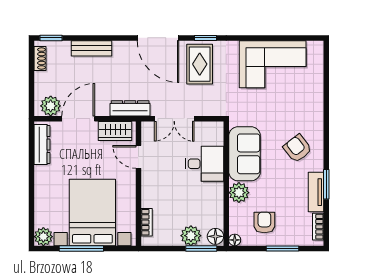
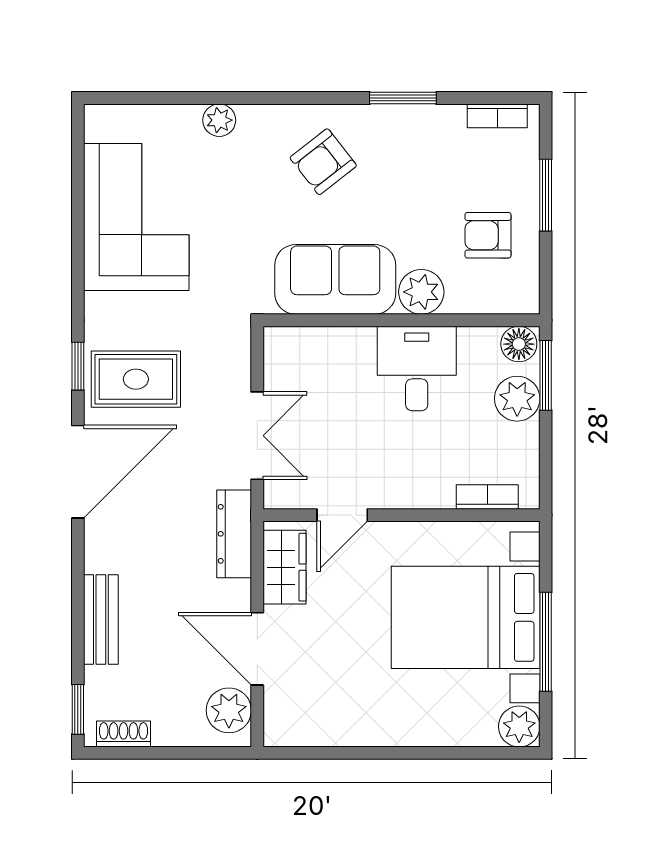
plant: (316, 102) -> (219, 120), added
dresser: (42, 145) -> (315, 730), removed
desk: (204, 164) -> (417, 369), moved
tv unit: (316, 192) -> (420, 121), removed
floor lamp: (235, 240) -> (527, 301), removed

